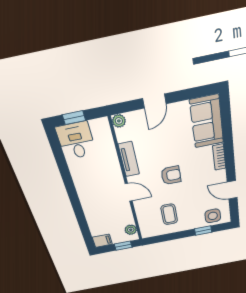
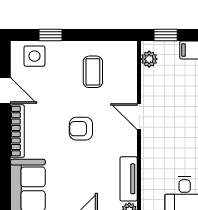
bookcase: (219, 157) -> (17, 131), width x1.56
tv unit: (129, 159) -> (129, 179), moved

